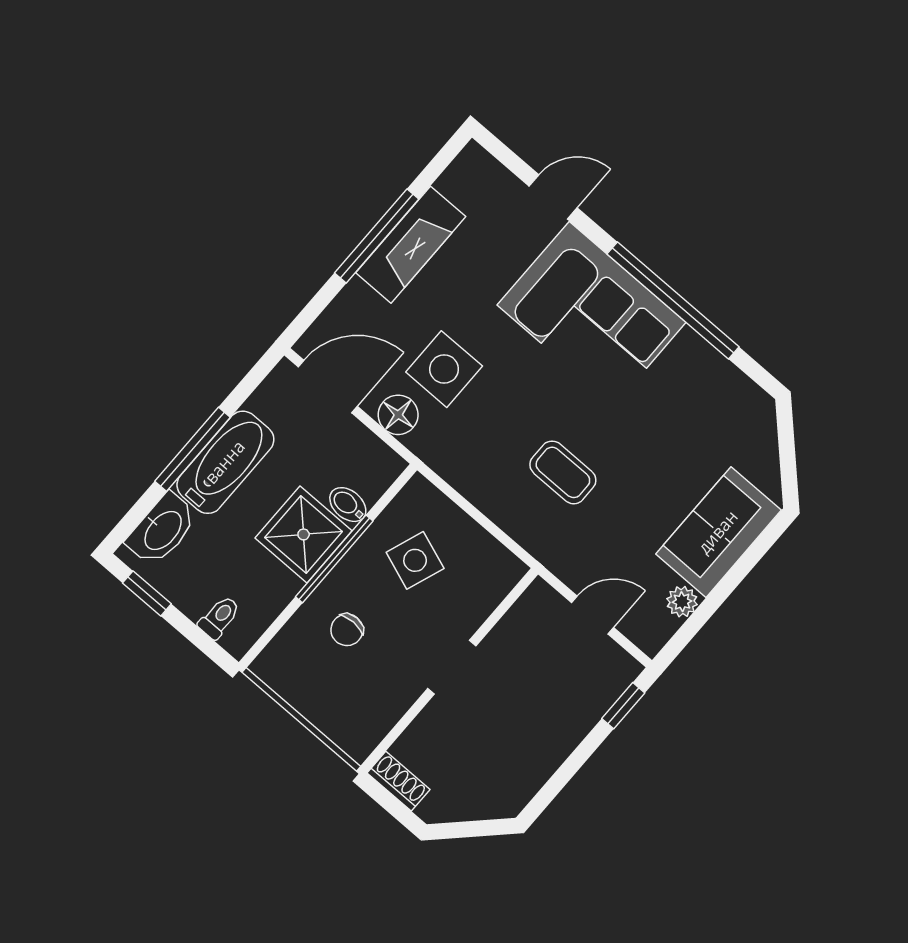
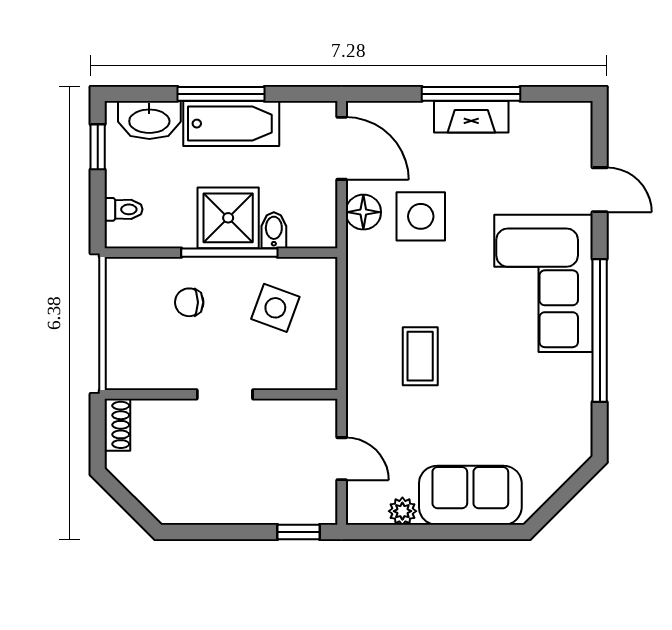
fireplace: (411, 245) -> (471, 117), width x0.73, depth x0.76

